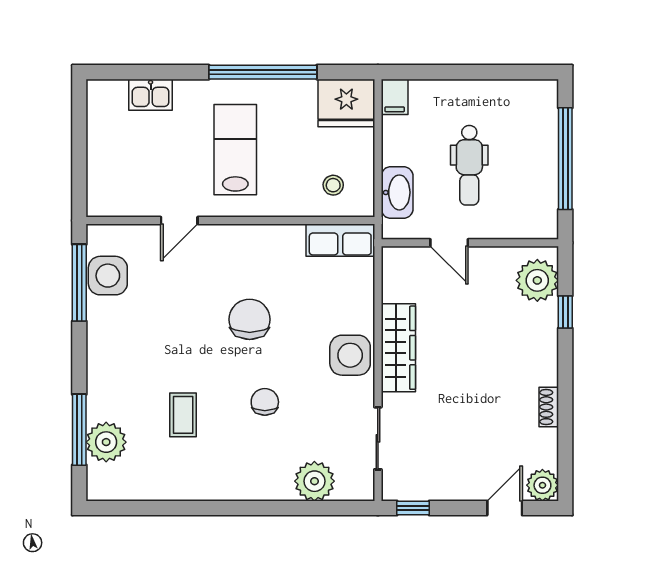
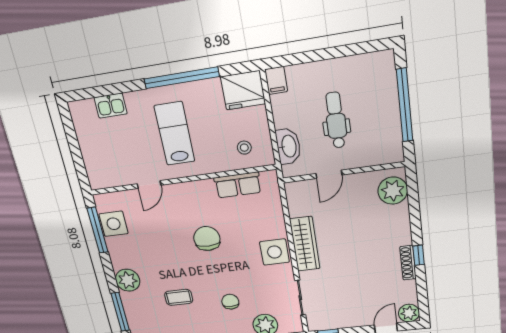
dental chair: (469, 165) -> (336, 120), turned 180
row of seats: (340, 240) -> (238, 185), moved
door: (449, 243) -> (329, 174), hinge flipped
window: (565, 312) -> (419, 255), moved
chair: (265, 402) -> (230, 302), moved
shoe rack: (549, 407) -> (408, 263), width x1.43
coffee table: (183, 415) -> (179, 297), turned 90
plant: (106, 442) -> (128, 280), moved

